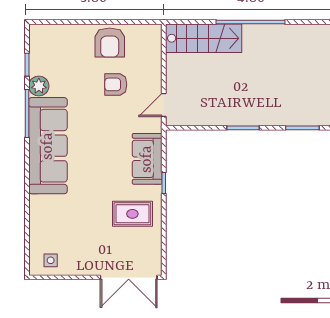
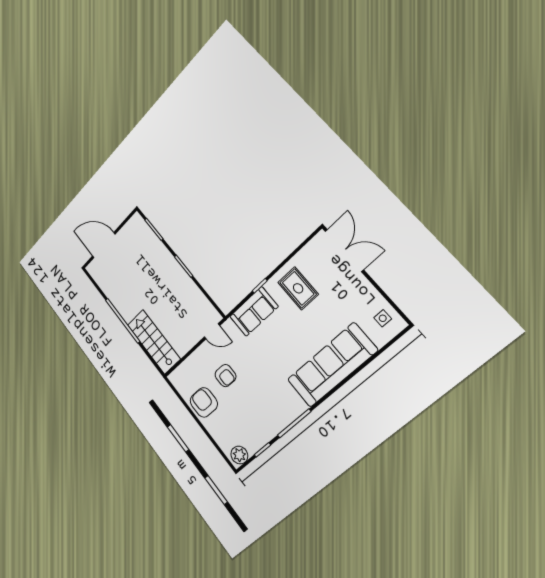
armchair: (110, 42) -> (204, 402), turned -90
plant: (39, 86) -> (239, 455), moved
sofa: (48, 146) -> (332, 365), moved

